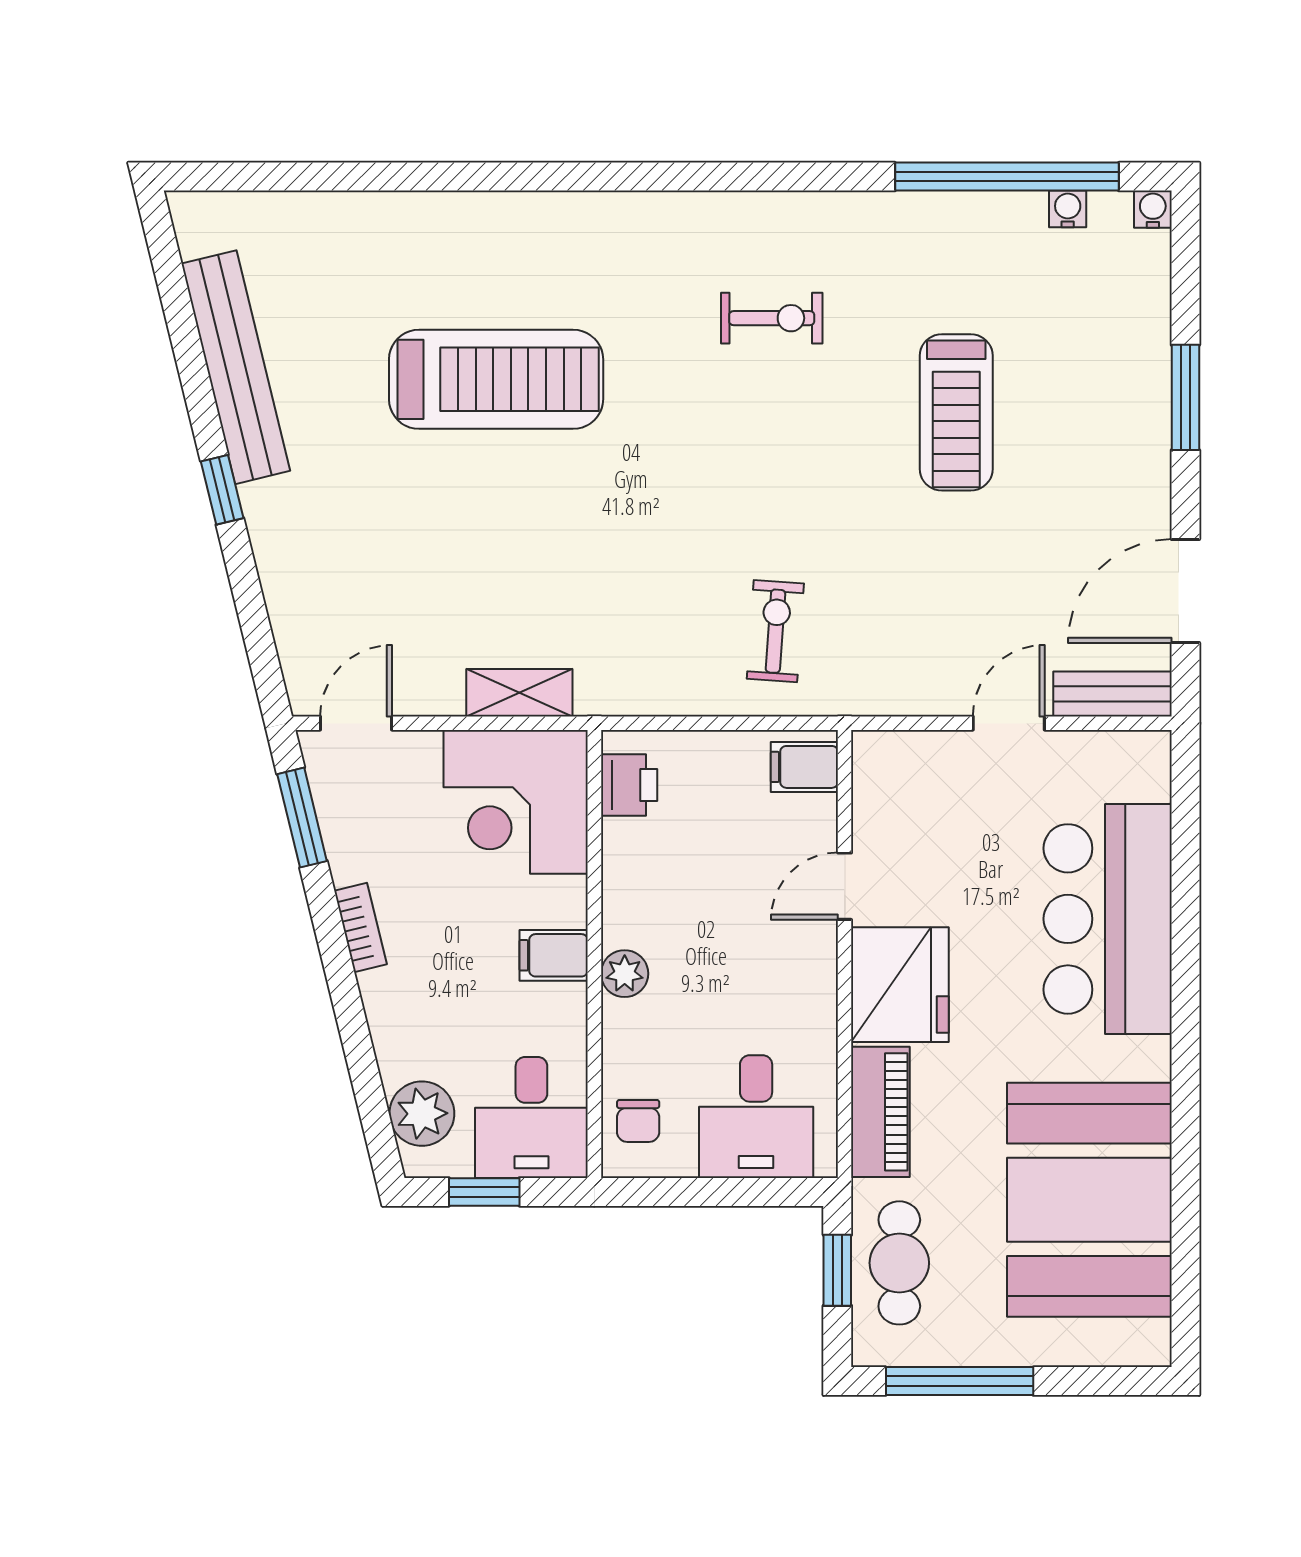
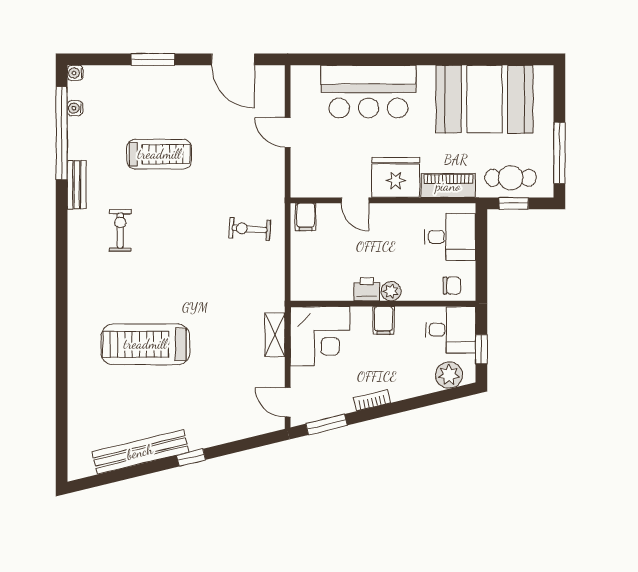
treadmill: (496, 379) -> (145, 344), turned -90
bench: (1112, 694) -> (77, 185), moved
printer: (629, 785) -> (367, 289), moved

